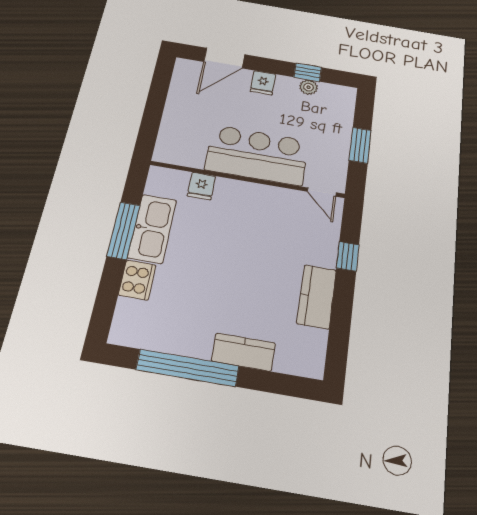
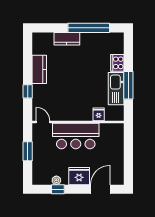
fridge: (263, 83) -> (79, 176), width x1.88, depth x1.34

